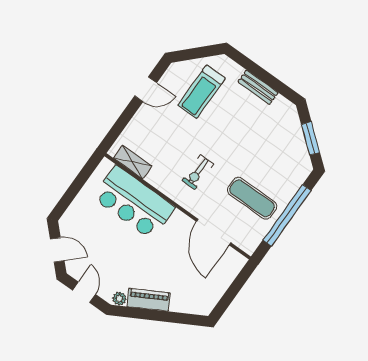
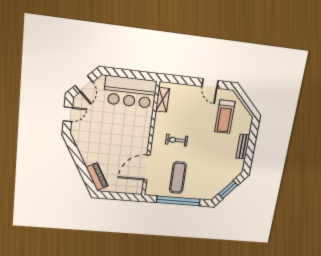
treadmill: (202, 92) -> (225, 117), turned -90
bar counter: (134, 202) -> (130, 92), moved, turned -90
plant: (119, 299) -> (77, 137), removed
piano: (149, 300) -> (97, 177), moved

